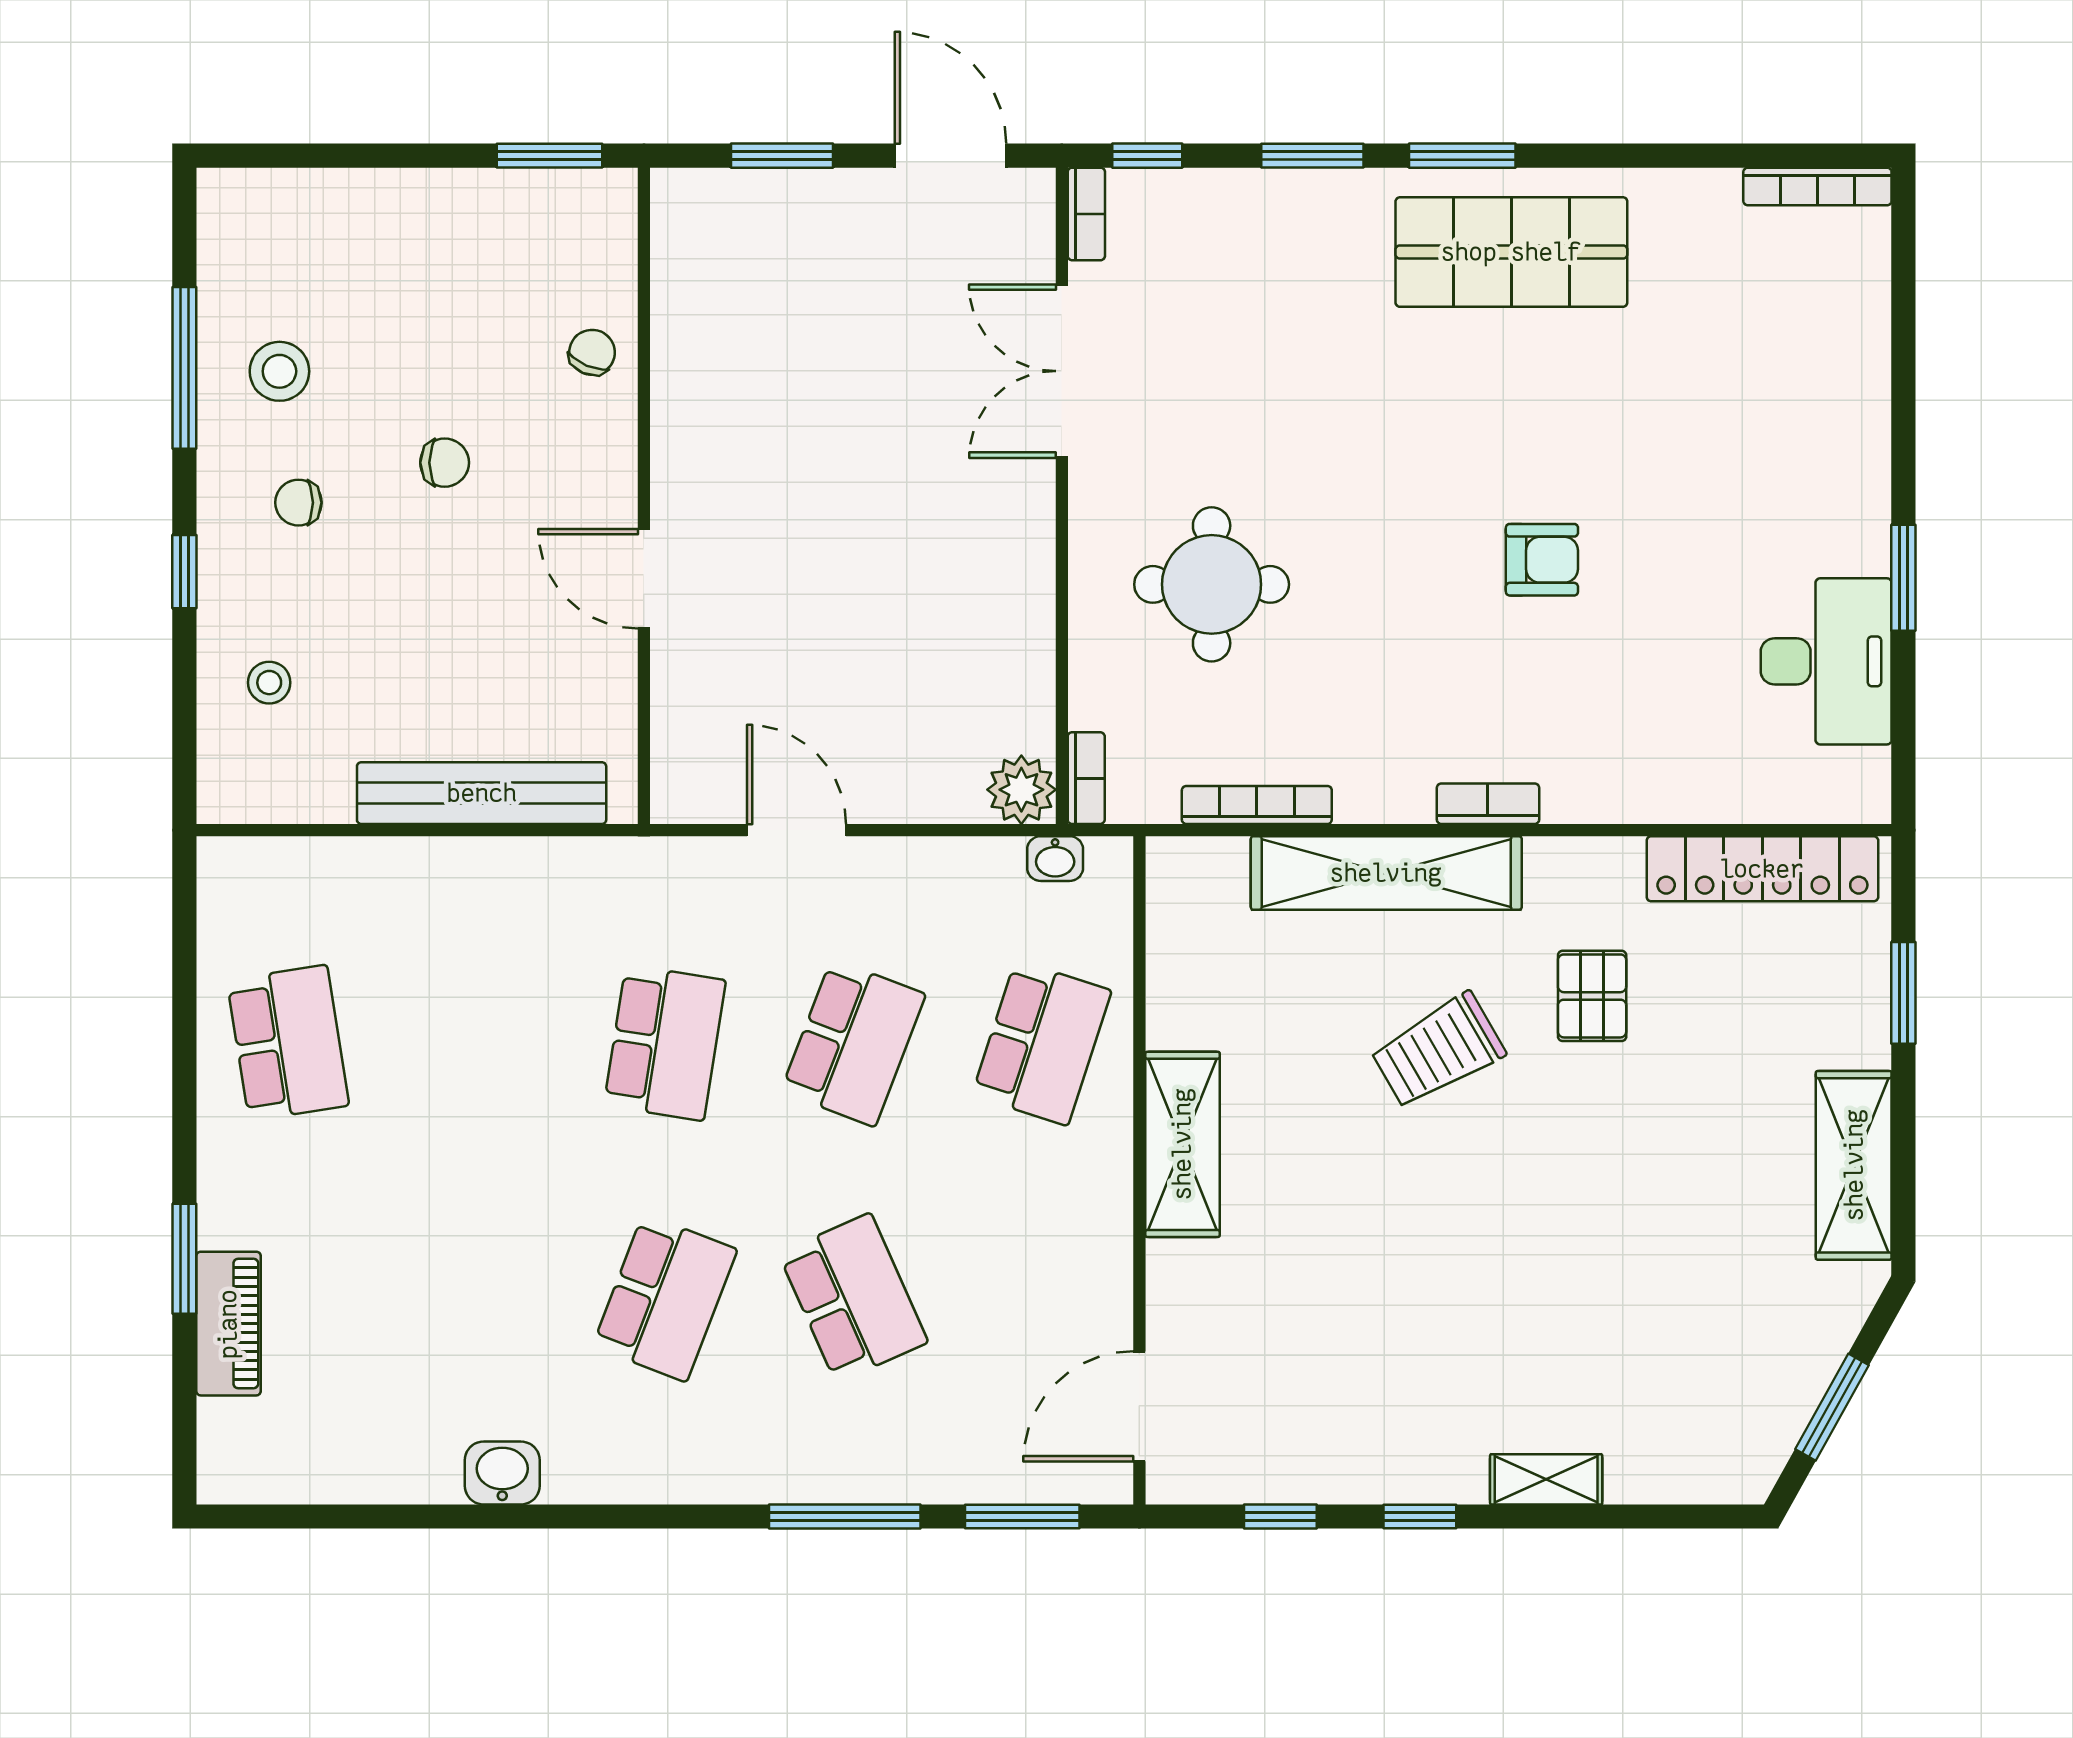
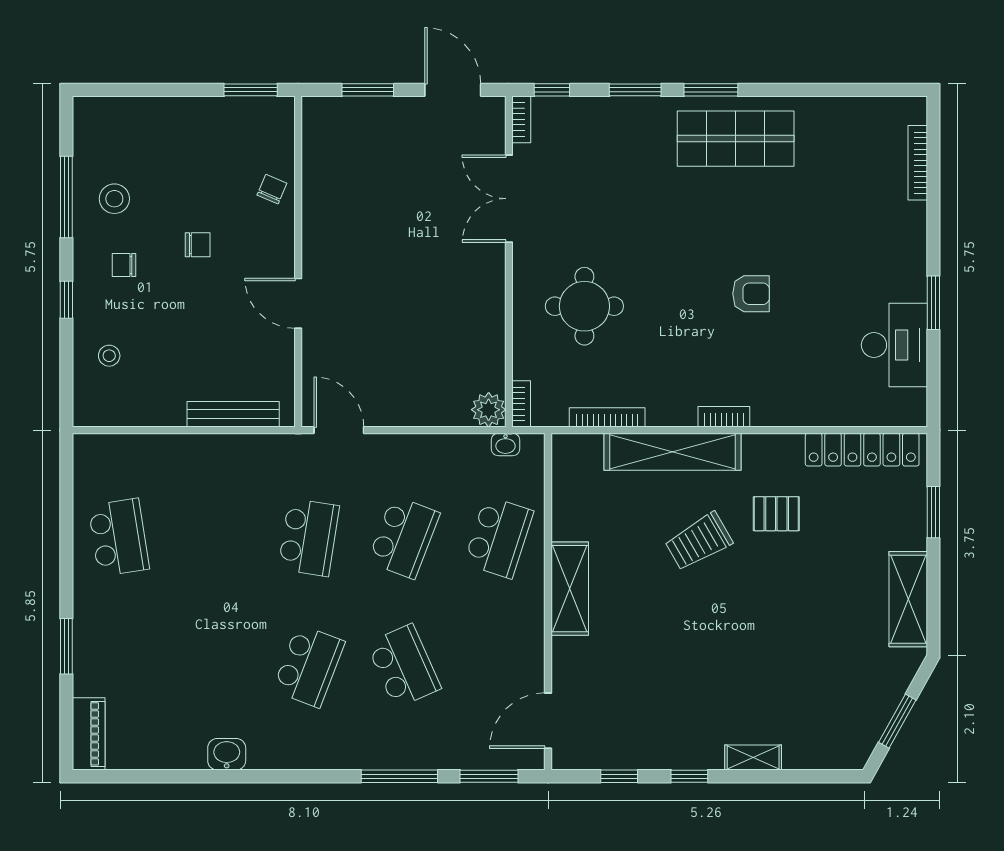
bookcase: (1817, 186) -> (918, 163), moved, turned 90
bench: (482, 793) -> (233, 414), width x0.73, depth x0.82
door: (796, 830) -> (339, 430), moved
pallet: (1592, 996) -> (776, 514), turned 90
piano: (228, 1324) -> (89, 734), moved

